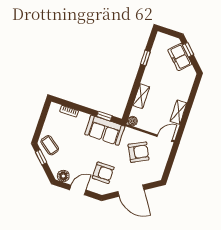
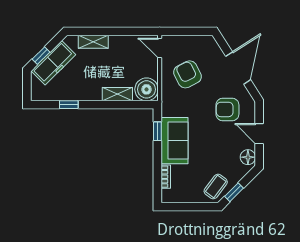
freezer: (180, 57) -> (53, 63), width x1.40
shelving: (178, 112) -> (93, 42), moved
boiler: (132, 121) -> (146, 89), width x1.86, depth x1.86
sofa: (105, 130) -> (174, 141), moved
armchair: (103, 173) -> (227, 109), turned -90

